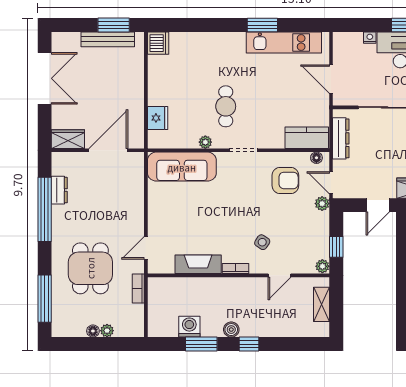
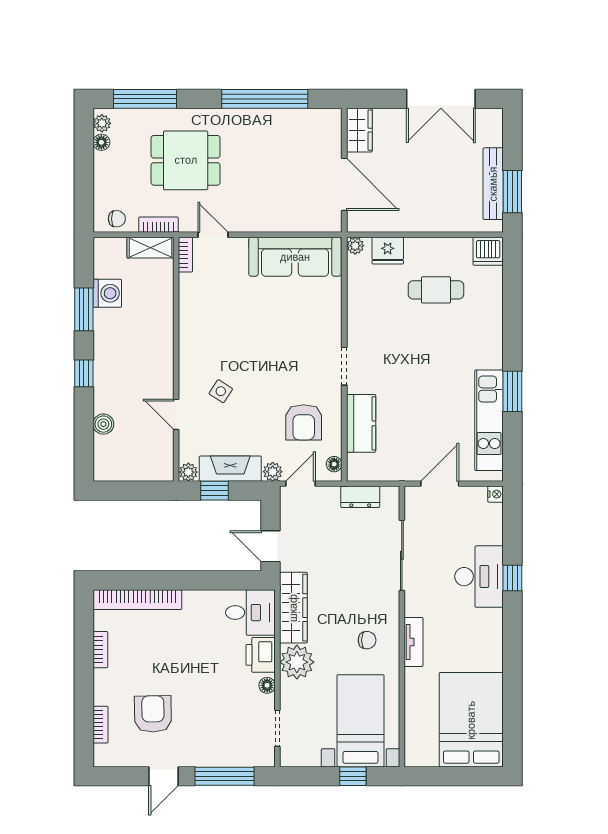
nightstand: (370, 38) -> (496, 494), moved
cafe table: (226, 106) -> (436, 290), moved
kitchen counter: (307, 138) -> (361, 423), moved
dresser: (341, 138) -> (360, 497), width x0.70
plant: (205, 142) -> (355, 246), moved
sofa: (182, 167) -> (295, 257), moved, turned -90
dresser: (59, 190) -> (291, 119), removed
fireplace: (198, 264) -> (230, 469), moved, turned -90
bookcase: (236, 268) -> (185, 255), moved
shelving: (321, 304) -> (150, 248), moved
chair: (134, 320) -> (117, 219), added
boiler: (231, 330) -> (103, 424), moved
floor lamp: (93, 331) -> (101, 142), moved
plant: (107, 331) -> (102, 123), moved

